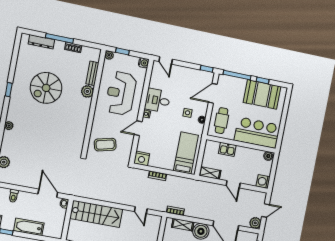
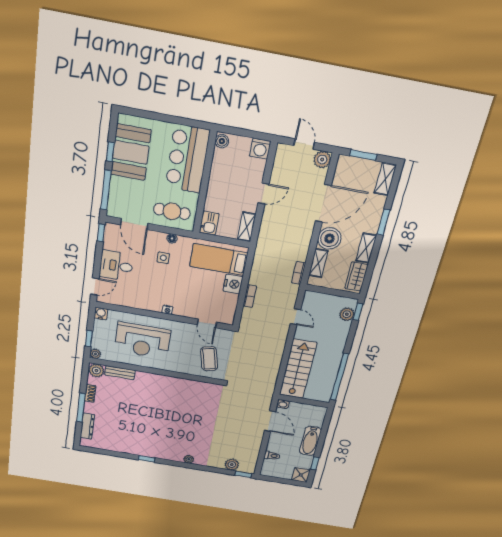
spiral stairs: (46, 88) -> (142, 422), removed
plant: (87, 91) -> (96, 370), moved
desk: (157, 100) -> (116, 266), moved, turned 90
door: (138, 128) -> (207, 323), moved
kitchen sink: (227, 149) -> (209, 223), moved
nightstand: (142, 158) -> (233, 284), moved
door: (48, 193) -> (270, 421), swing flipped
door: (141, 210) -> (296, 317), hinge flipped

